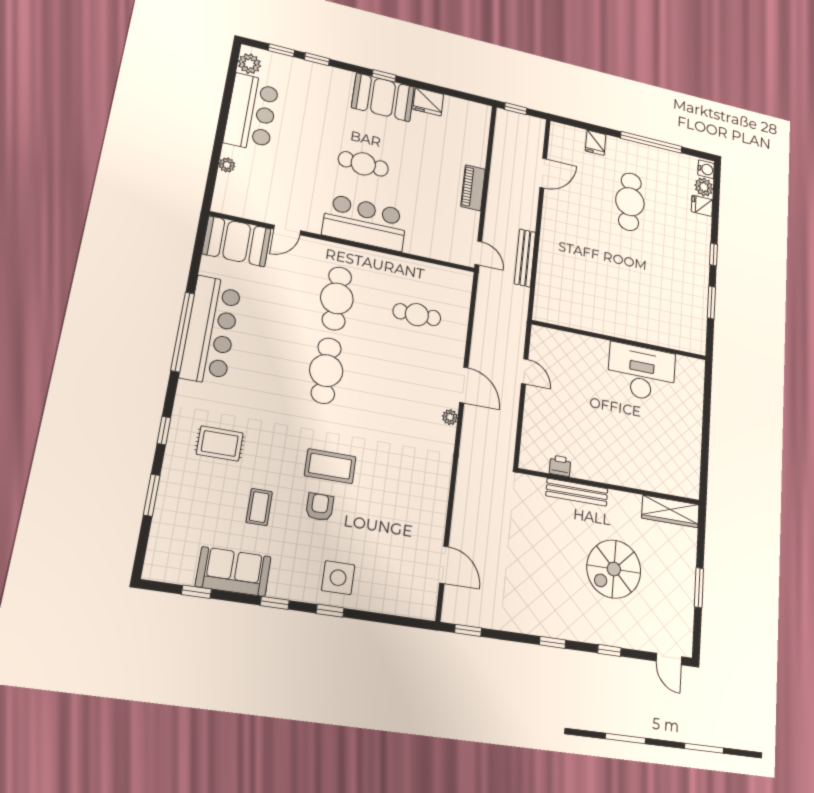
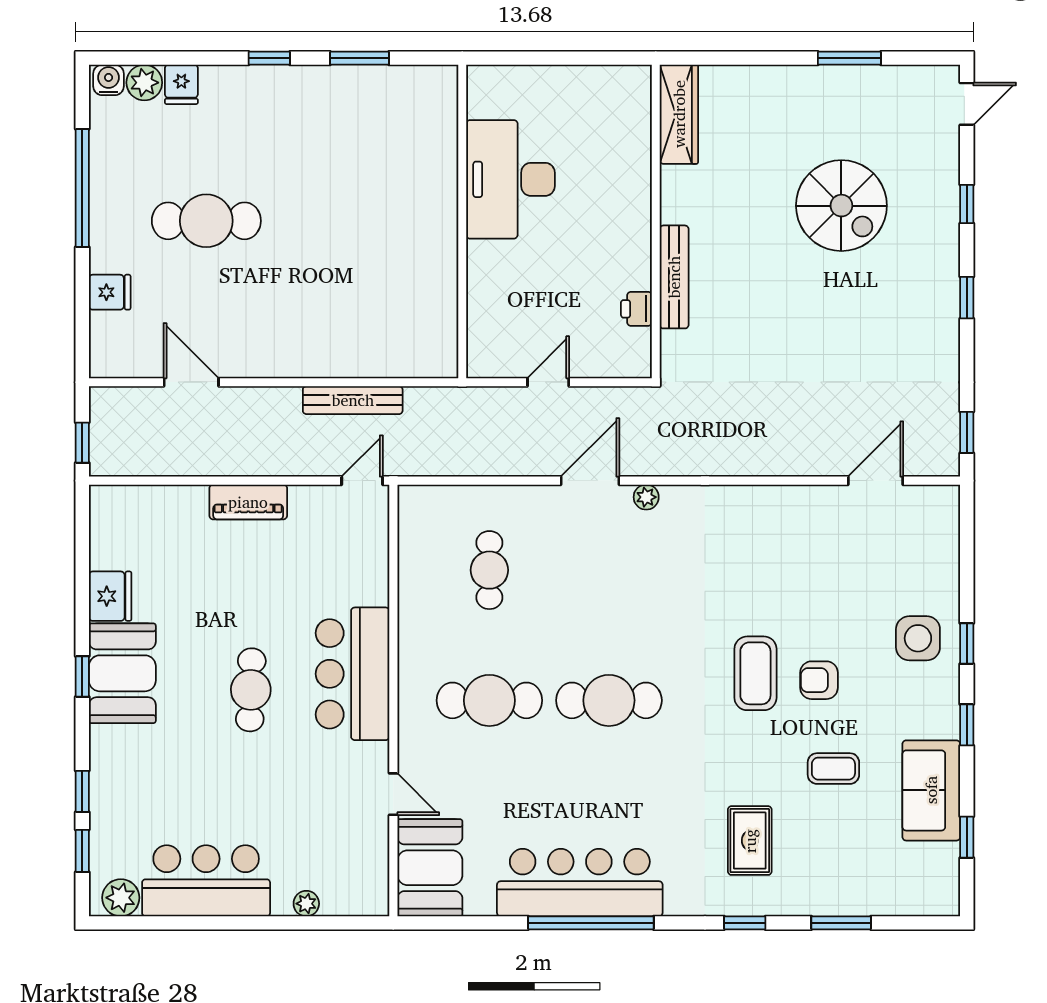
printer: (560, 466) -> (636, 309), moved
wall: (610, 487) -> (656, 221), moved
bench: (577, 492) -> (674, 277), moved
wardrobe: (670, 511) -> (679, 114), moved

